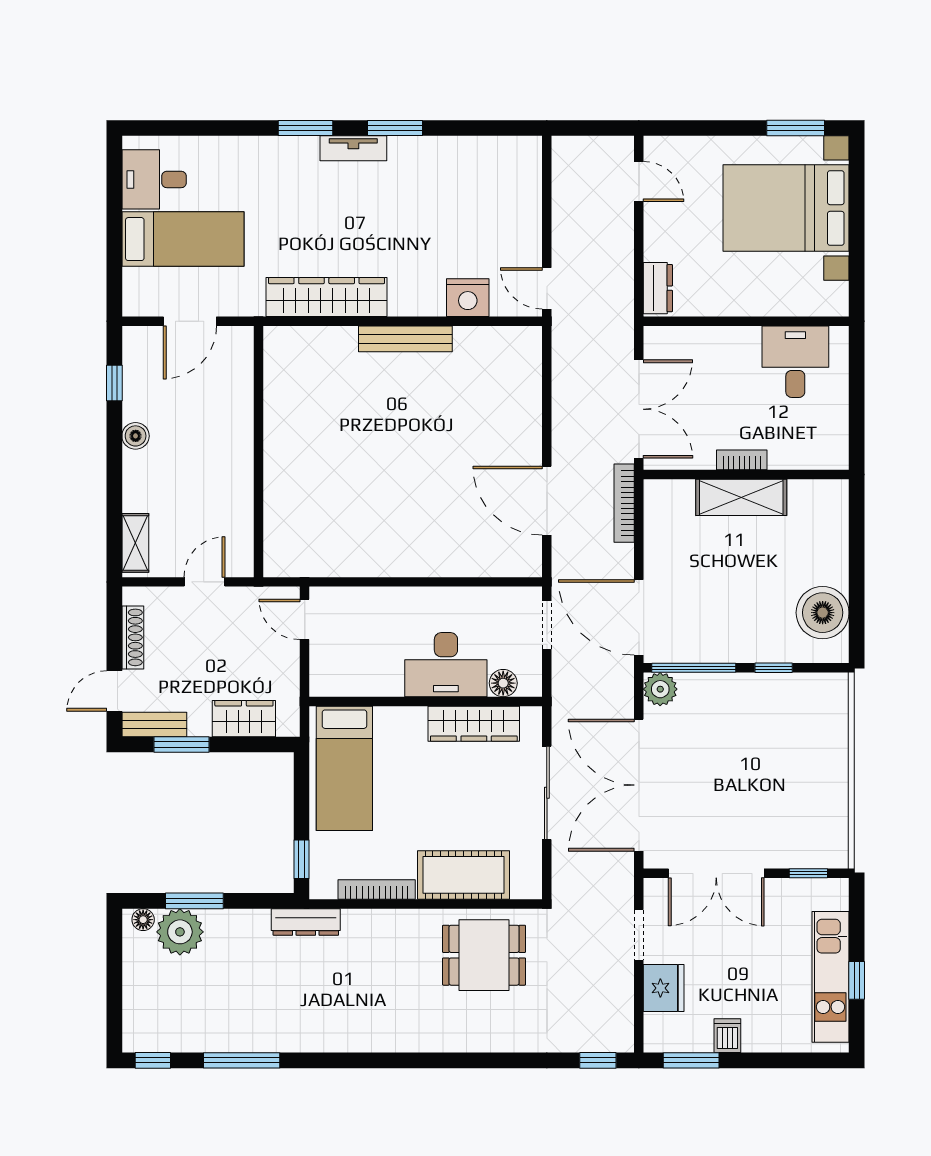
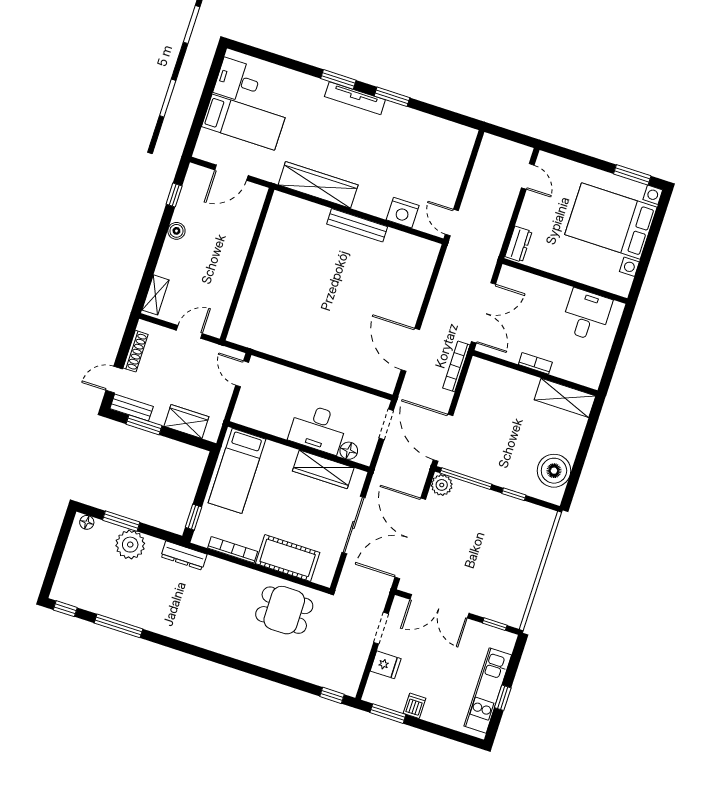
tv unit: (353, 148) -> (355, 98), width x1.41
shelving: (741, 497) -> (565, 398), moved
plant: (180, 932) -> (130, 545), moved
fridge: (664, 988) -> (386, 665), width x0.72

